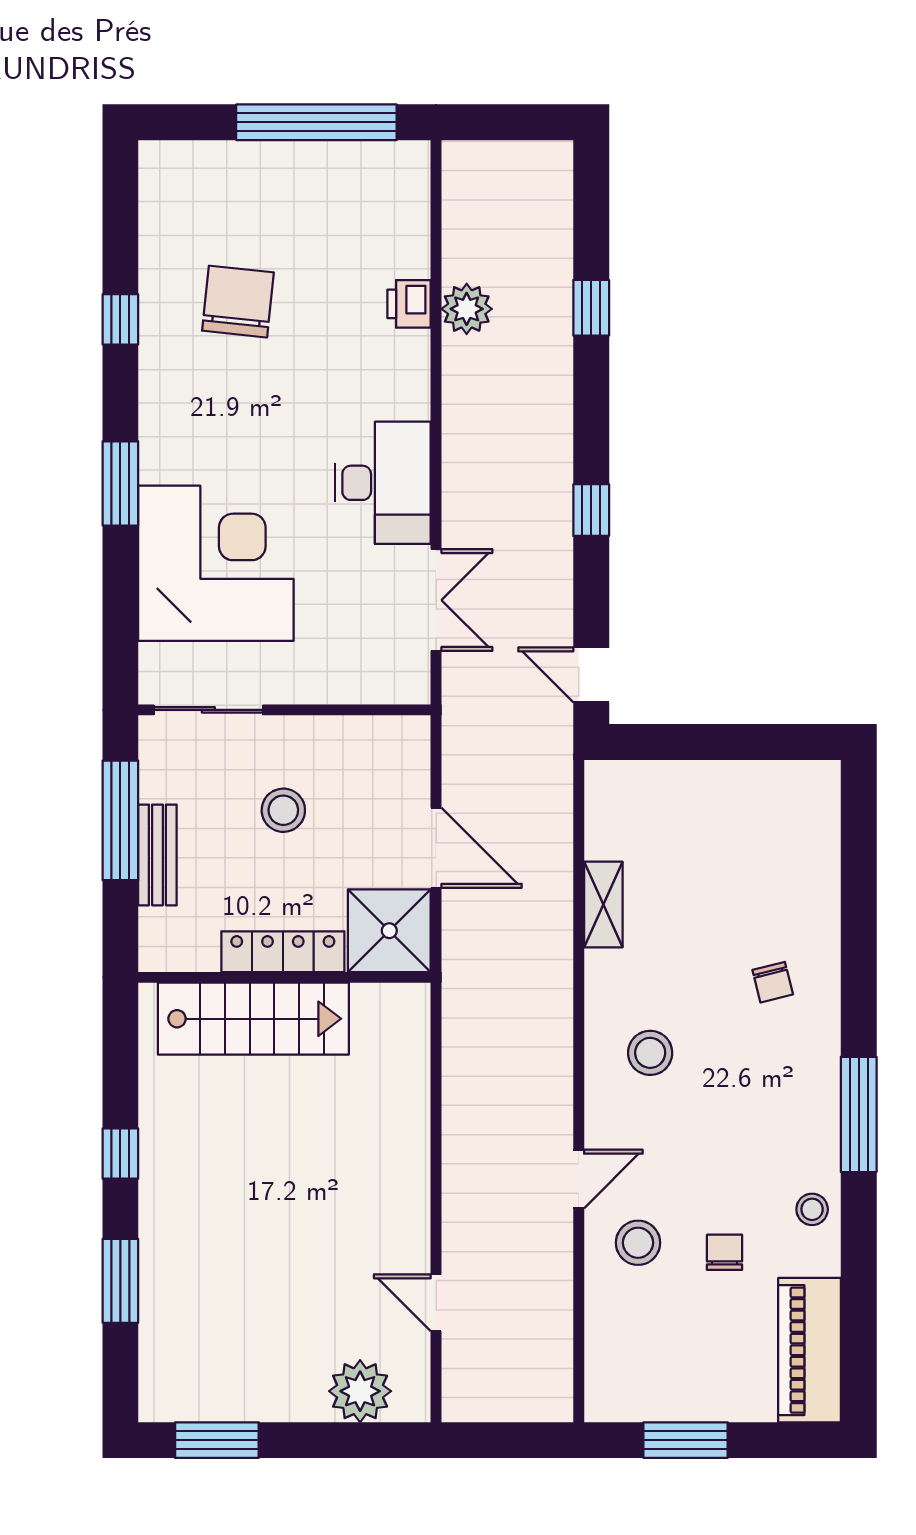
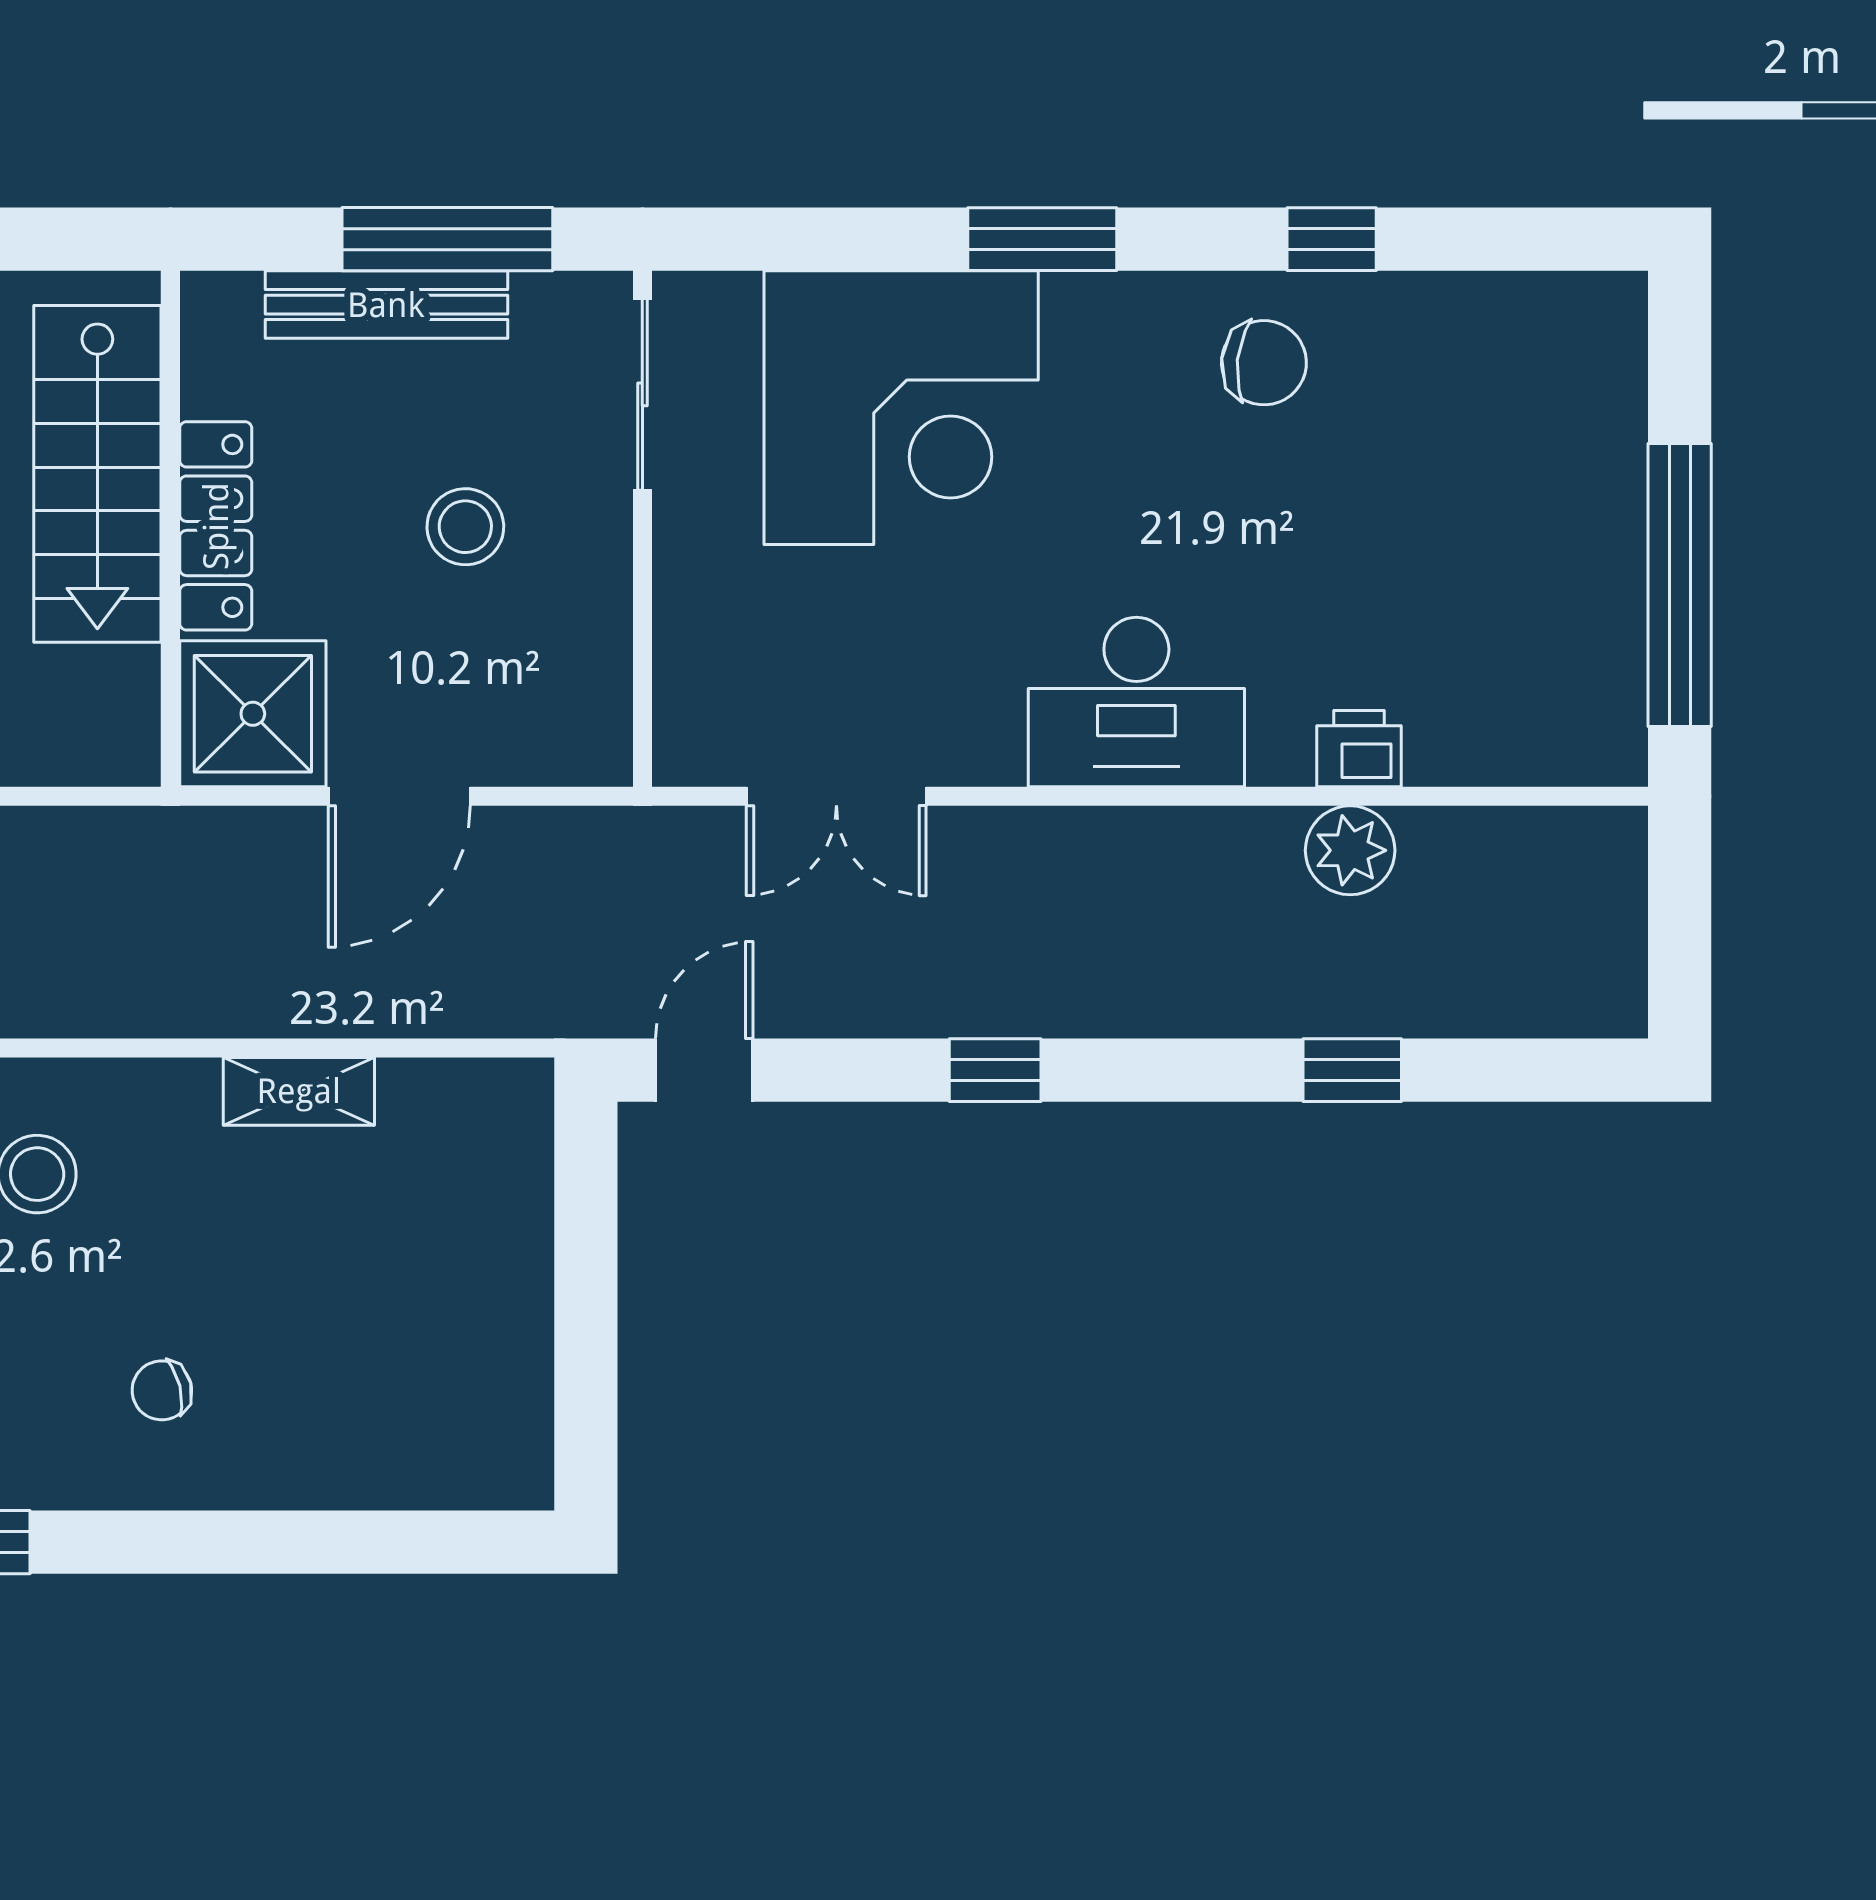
chair: (238, 302) -> (1264, 363), moved, width x0.73, depth x0.73
desk: (383, 483) -> (1136, 702), moved
bench: (157, 855) -> (386, 305), width x1.36

